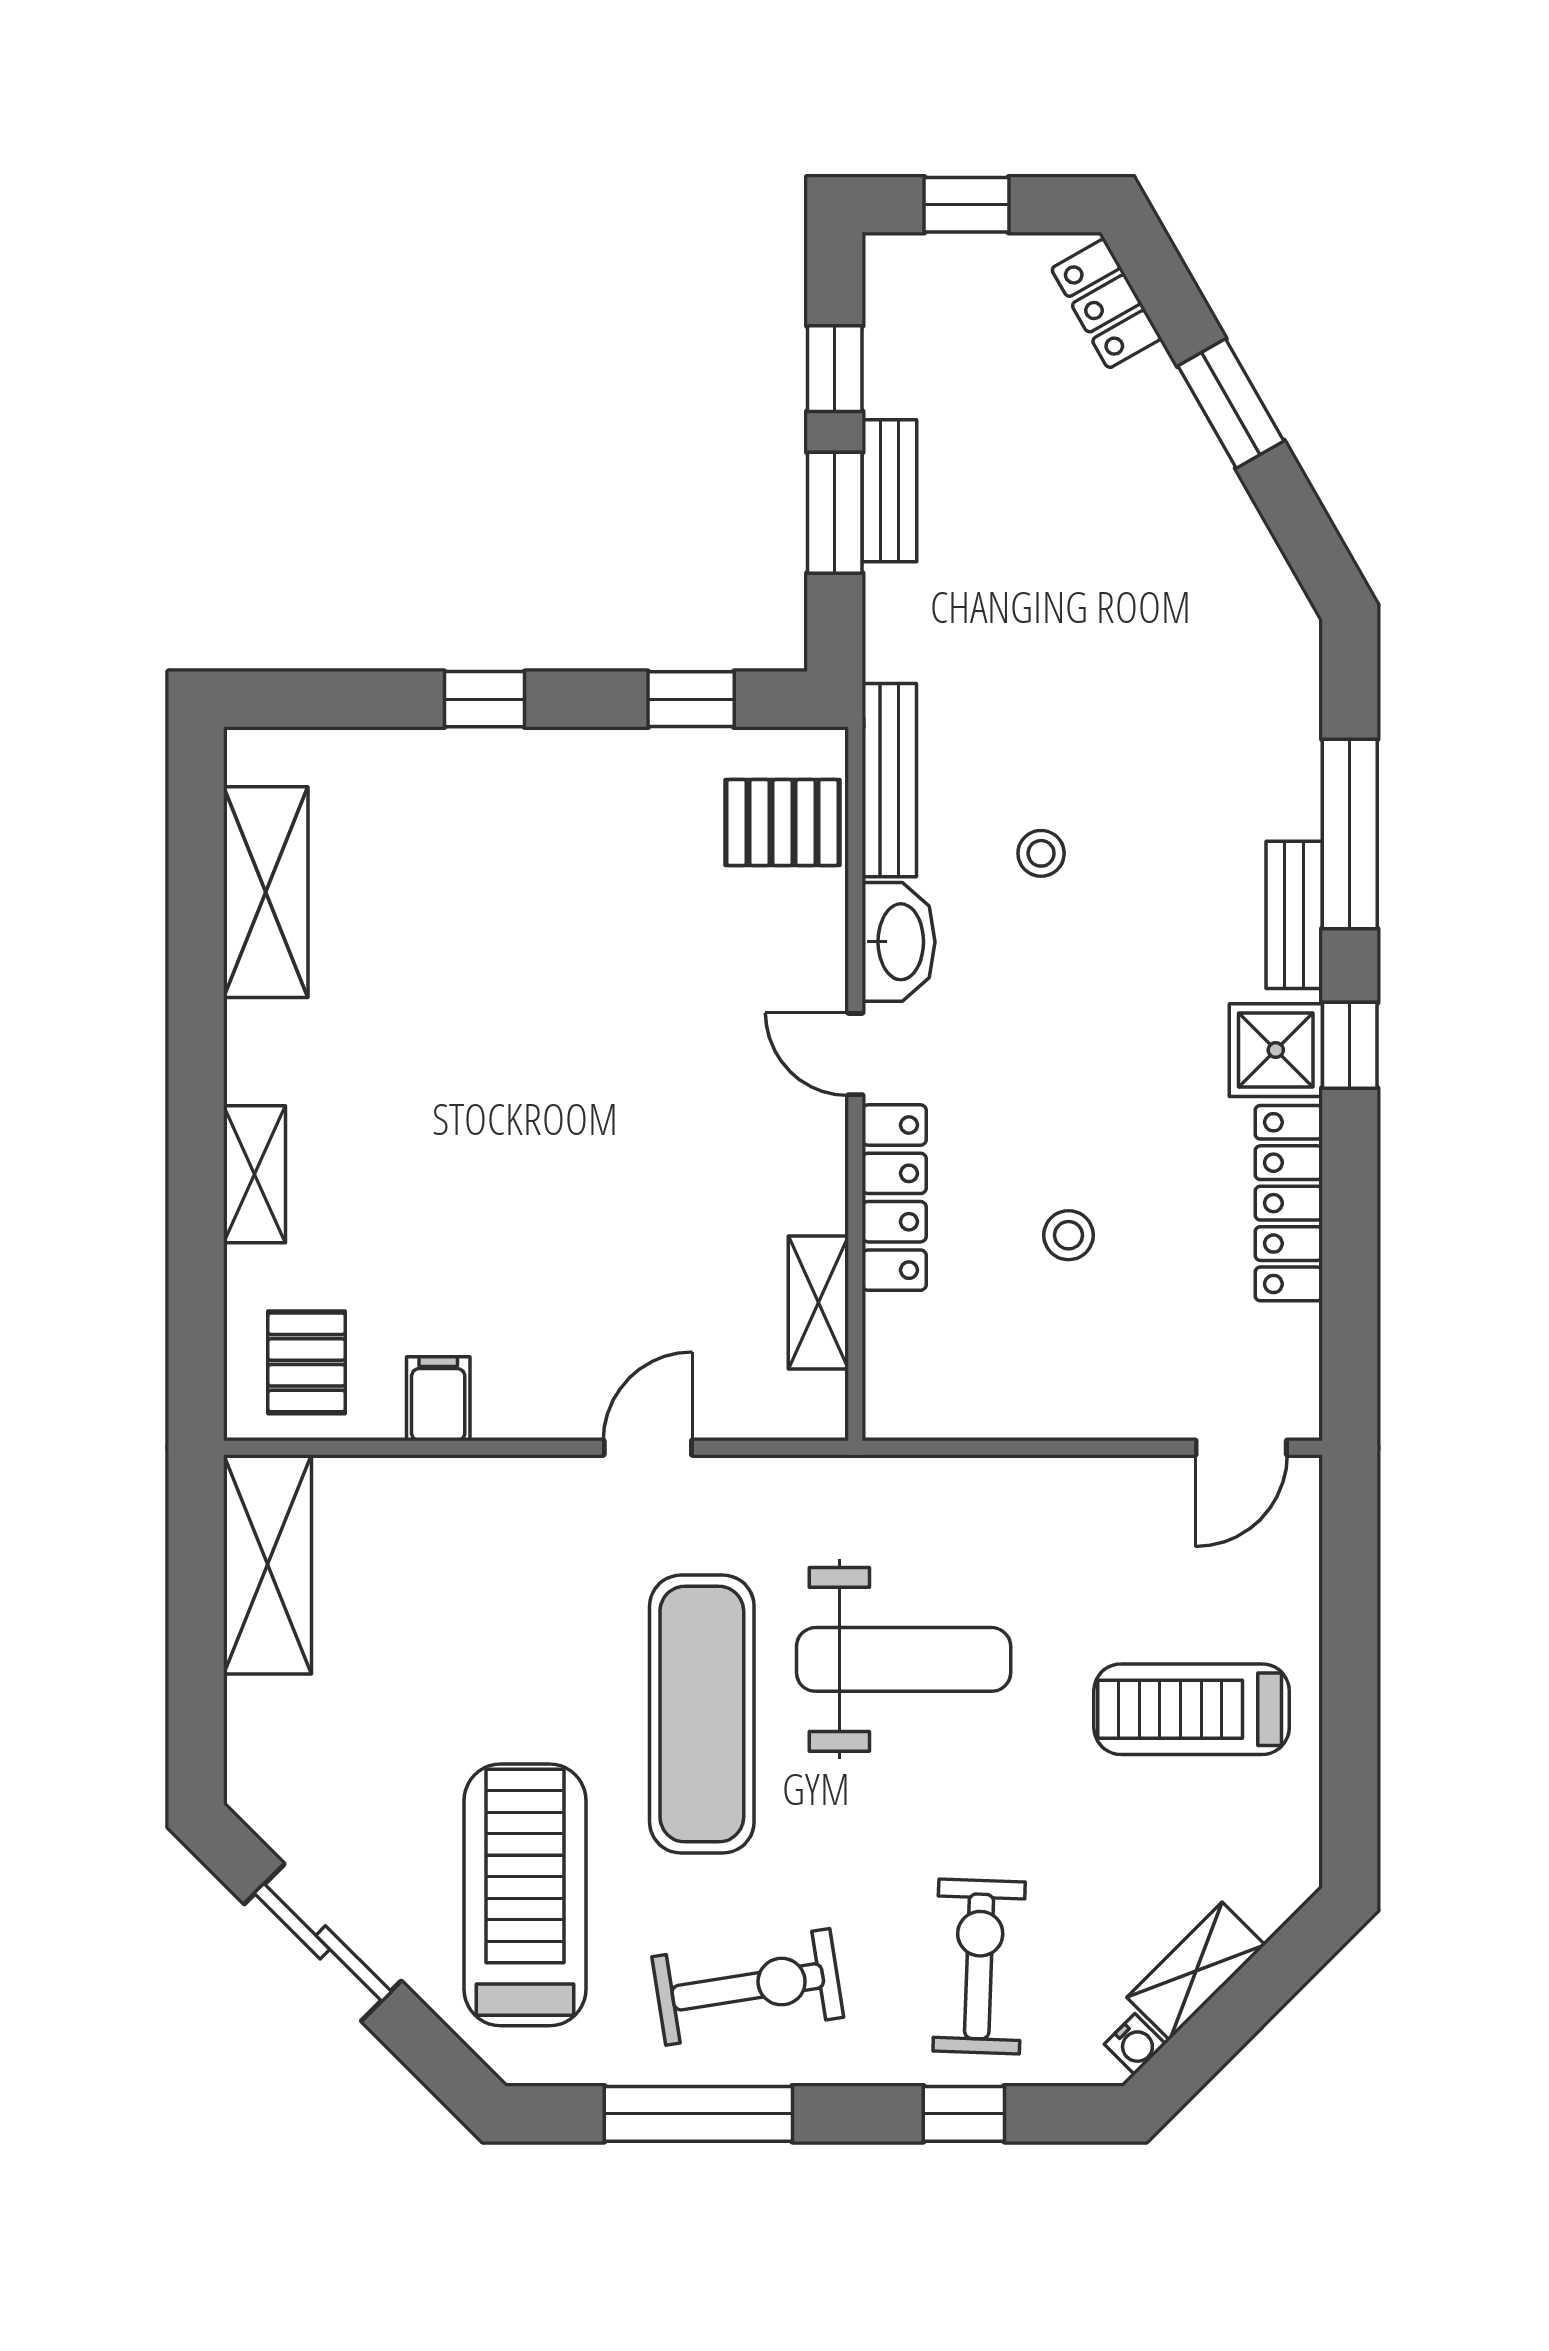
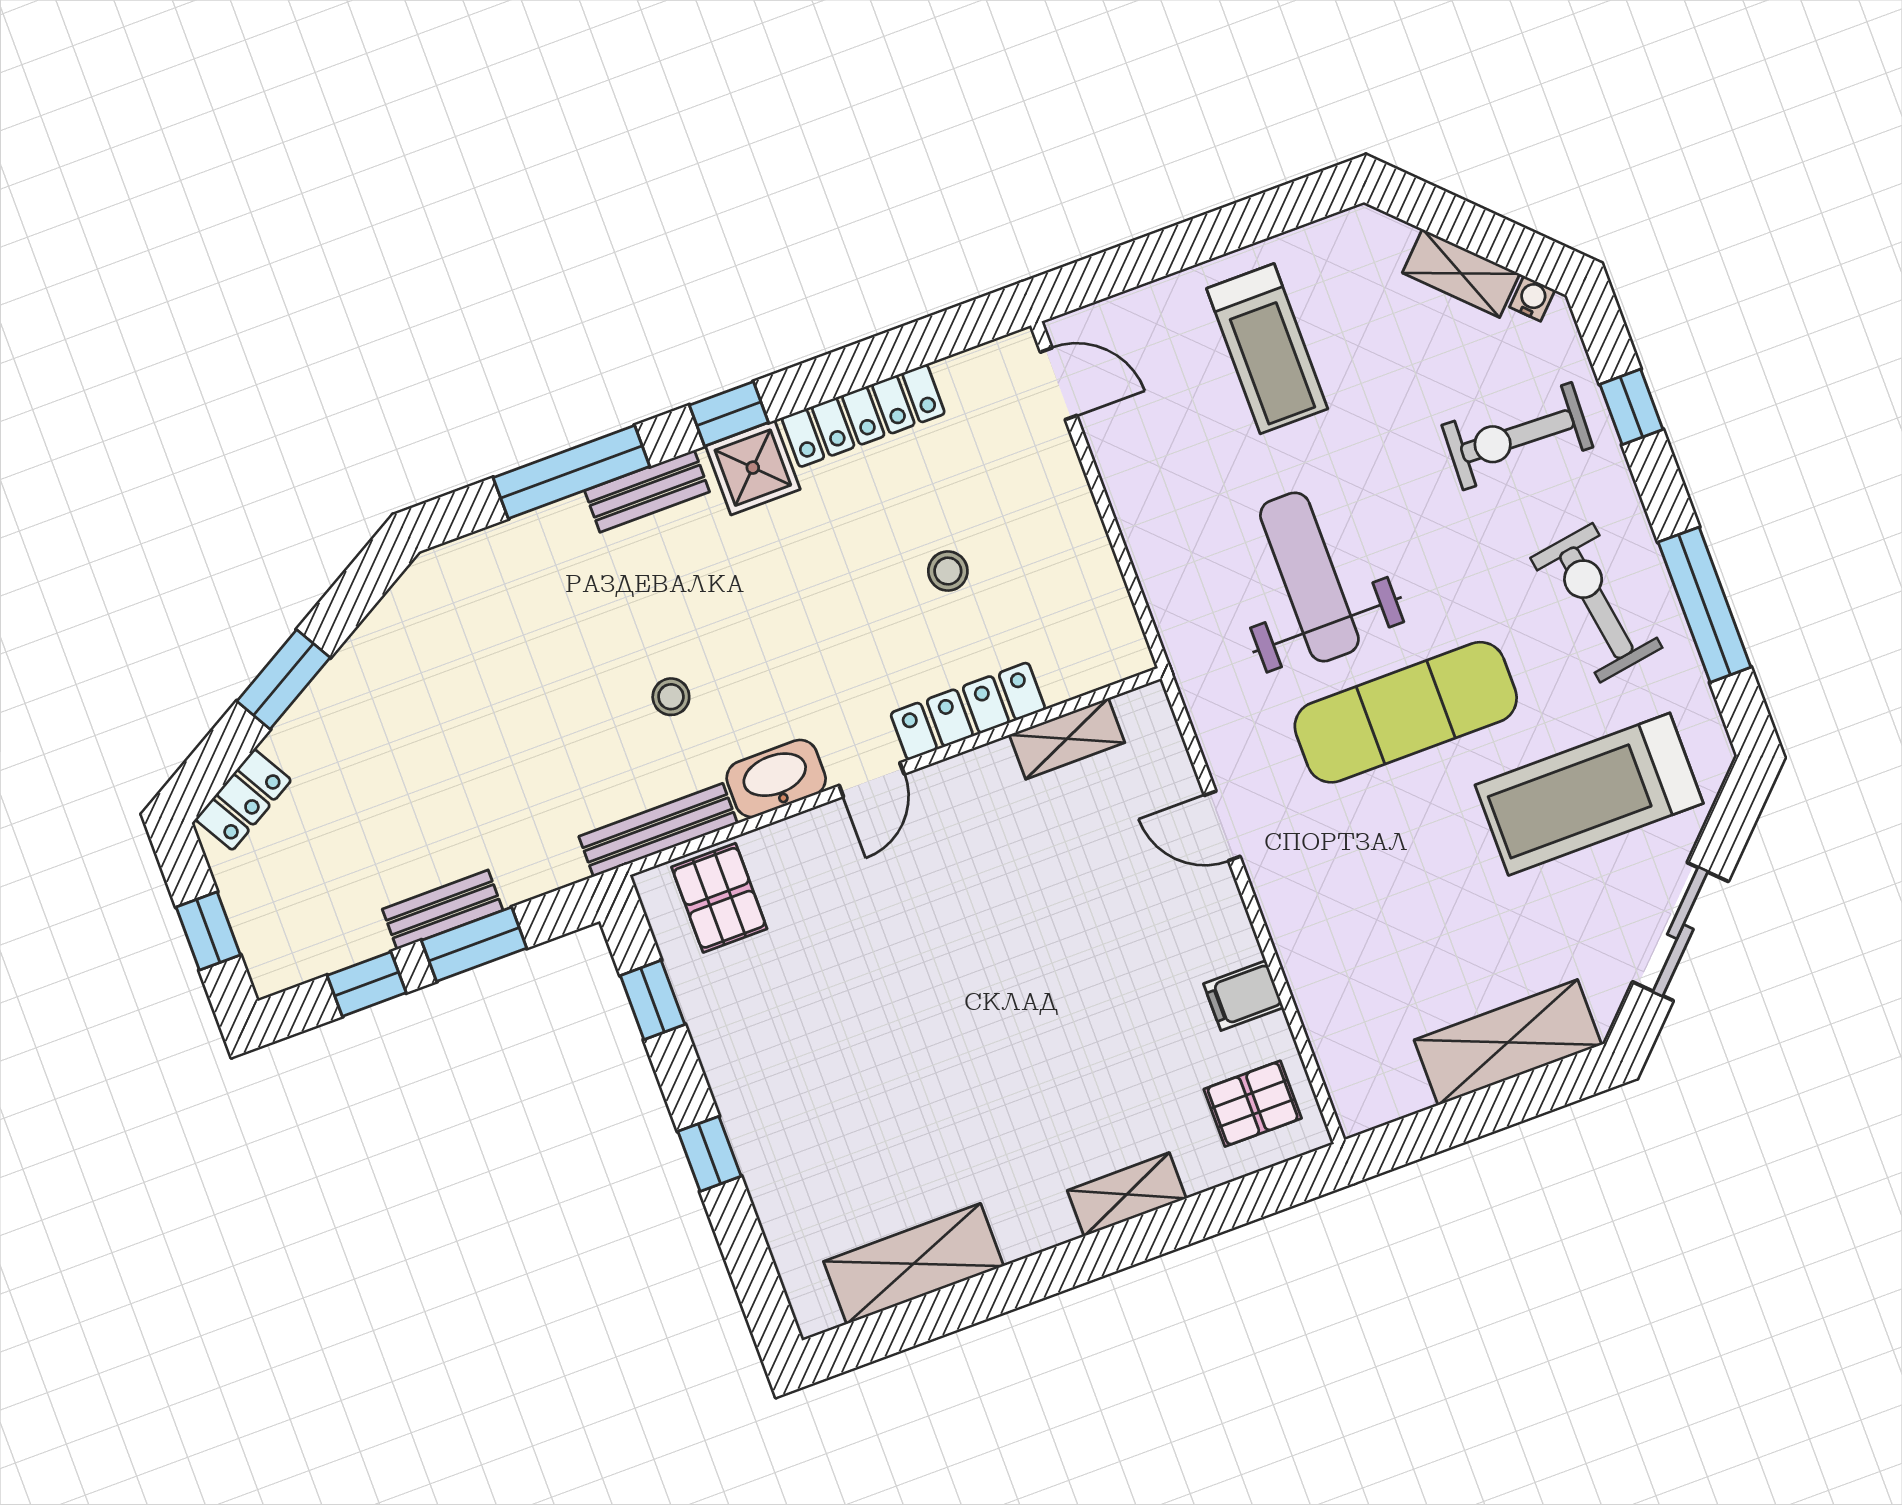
shelving: (267, 1564) -> (1508, 1042), moved

